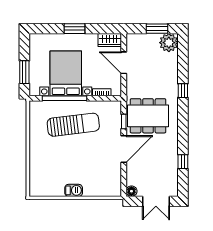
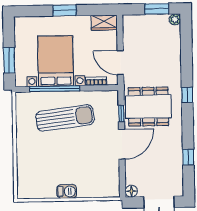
plant: (169, 43) -> (175, 19), width x0.53, depth x0.53
door: (124, 63) -> (120, 63), moved
window: (183, 91) -> (187, 95), moved

